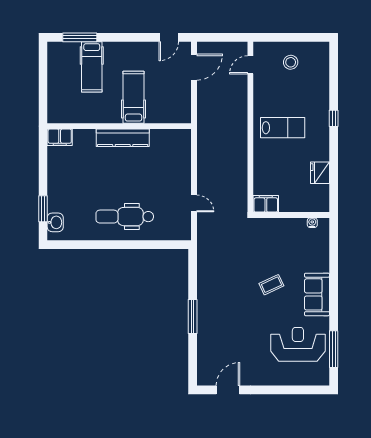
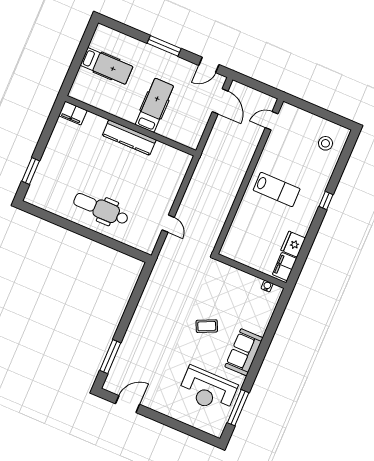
window: (80, 37) -> (164, 46), moved
stool: (291, 62) -> (325, 143), moved
hospital bed: (92, 67) -> (106, 66), moved, turned -90
door: (194, 67) -> (220, 101), hinge flipped
filing cabinet: (266, 204) -> (285, 267), moved, turned -90
washbasin: (55, 222) -> (36, 188), removed
window: (193, 317) -> (110, 357), moved
reception desk: (298, 344) -> (208, 390), turned 180

